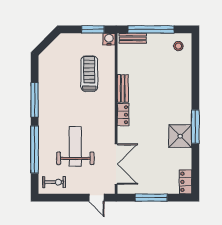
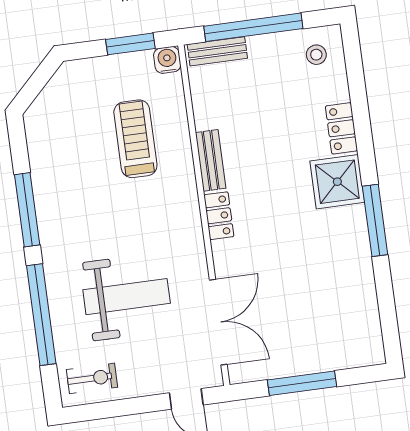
shower: (180, 136) -> (337, 182), moved
weight bench: (75, 146) -> (127, 297), turned 90
locker: (186, 182) -> (341, 128), moved

